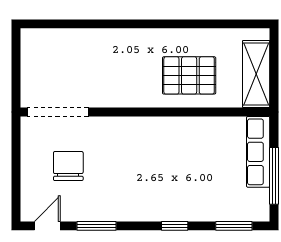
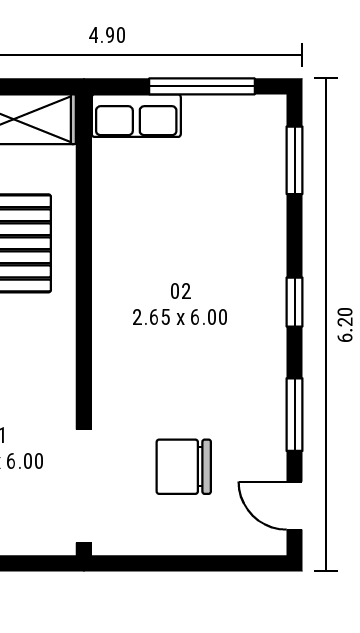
row of seats: (258, 152) -> (136, 116), width x0.68
window: (175, 226) -> (295, 302), moved

